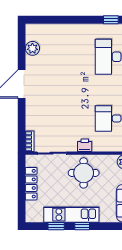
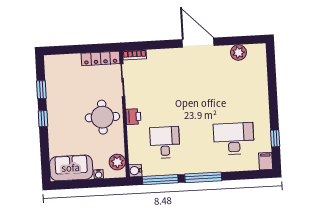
locker: (31, 184) -> (101, 58), moved
kitchen unit: (71, 215) -> (55, 106), removed

